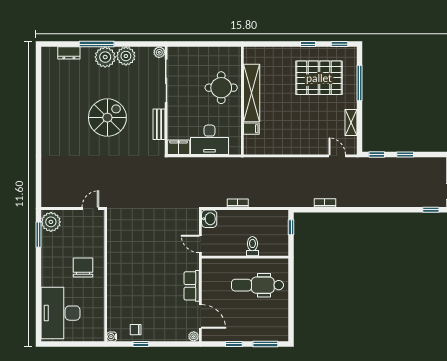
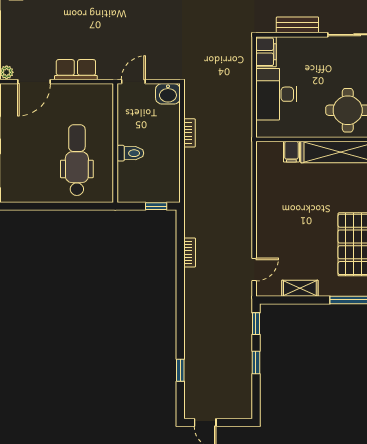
window: (431, 210) -> (180, 370), moved

